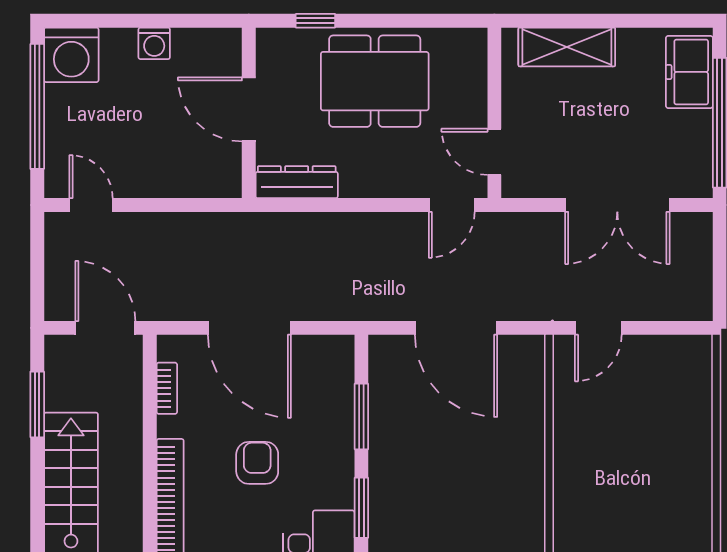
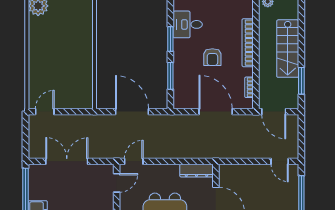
door: (494, 152) -> (117, 183), hinge flipped
door: (598, 328) -> (45, 112), moved

